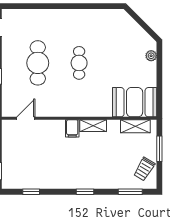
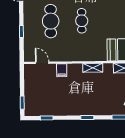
door: (26, 118) -> (42, 63), hinge flipped
filing cabinet: (72, 128) -> (62, 70), moved

